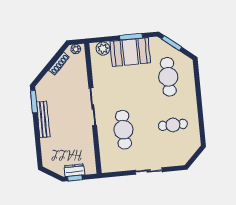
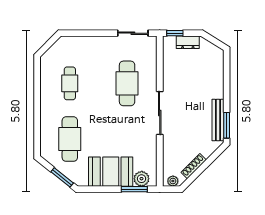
window: (131, 37) -> (134, 189), moved
bench: (43, 119) -> (218, 120), moved
cafe table: (173, 125) -> (70, 83), turned 90
sliding door: (149, 171) -> (133, 33), moved
window: (75, 178) -> (175, 33), moved

